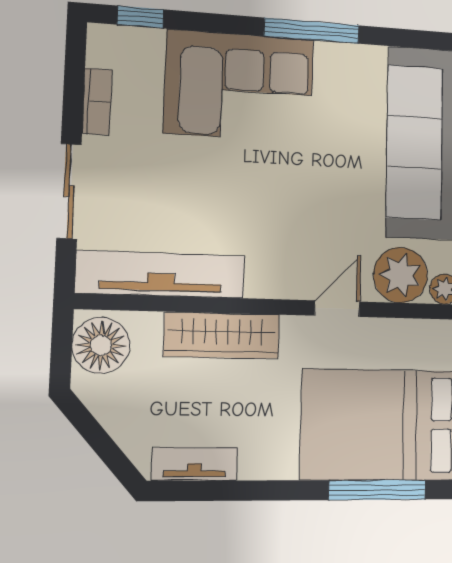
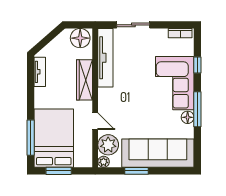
window: (140, 17) -> (197, 65), moved
floor lamp: (332, 58) -> (188, 117), added
bookcase: (97, 102) -> (180, 33), moved

